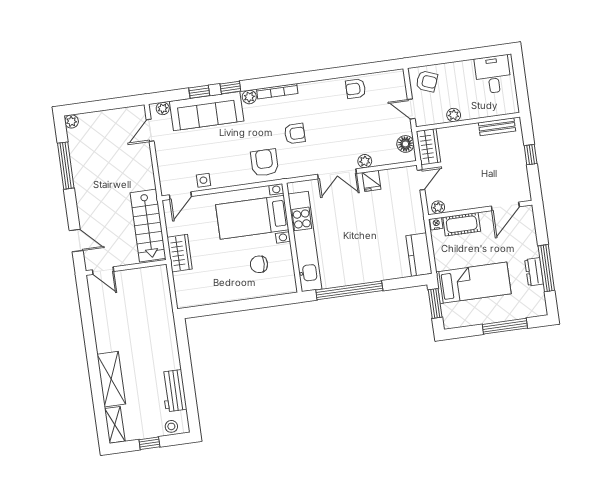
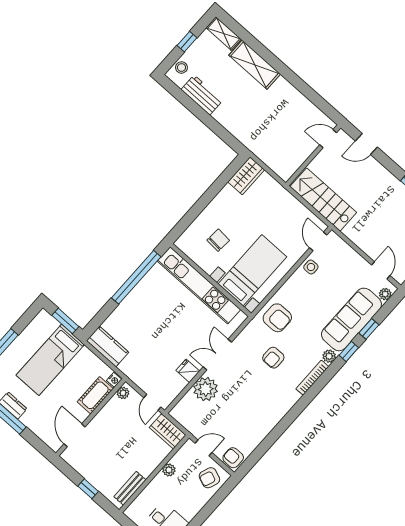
armchair: (356, 89) -> (233, 458), moved, turned -90
floor lamp: (405, 144) -> (186, 419), removed
plant: (365, 161) -> (206, 389), width x1.88, depth x1.88
wardrobe: (180, 253) -> (246, 176), moved, turned -90

